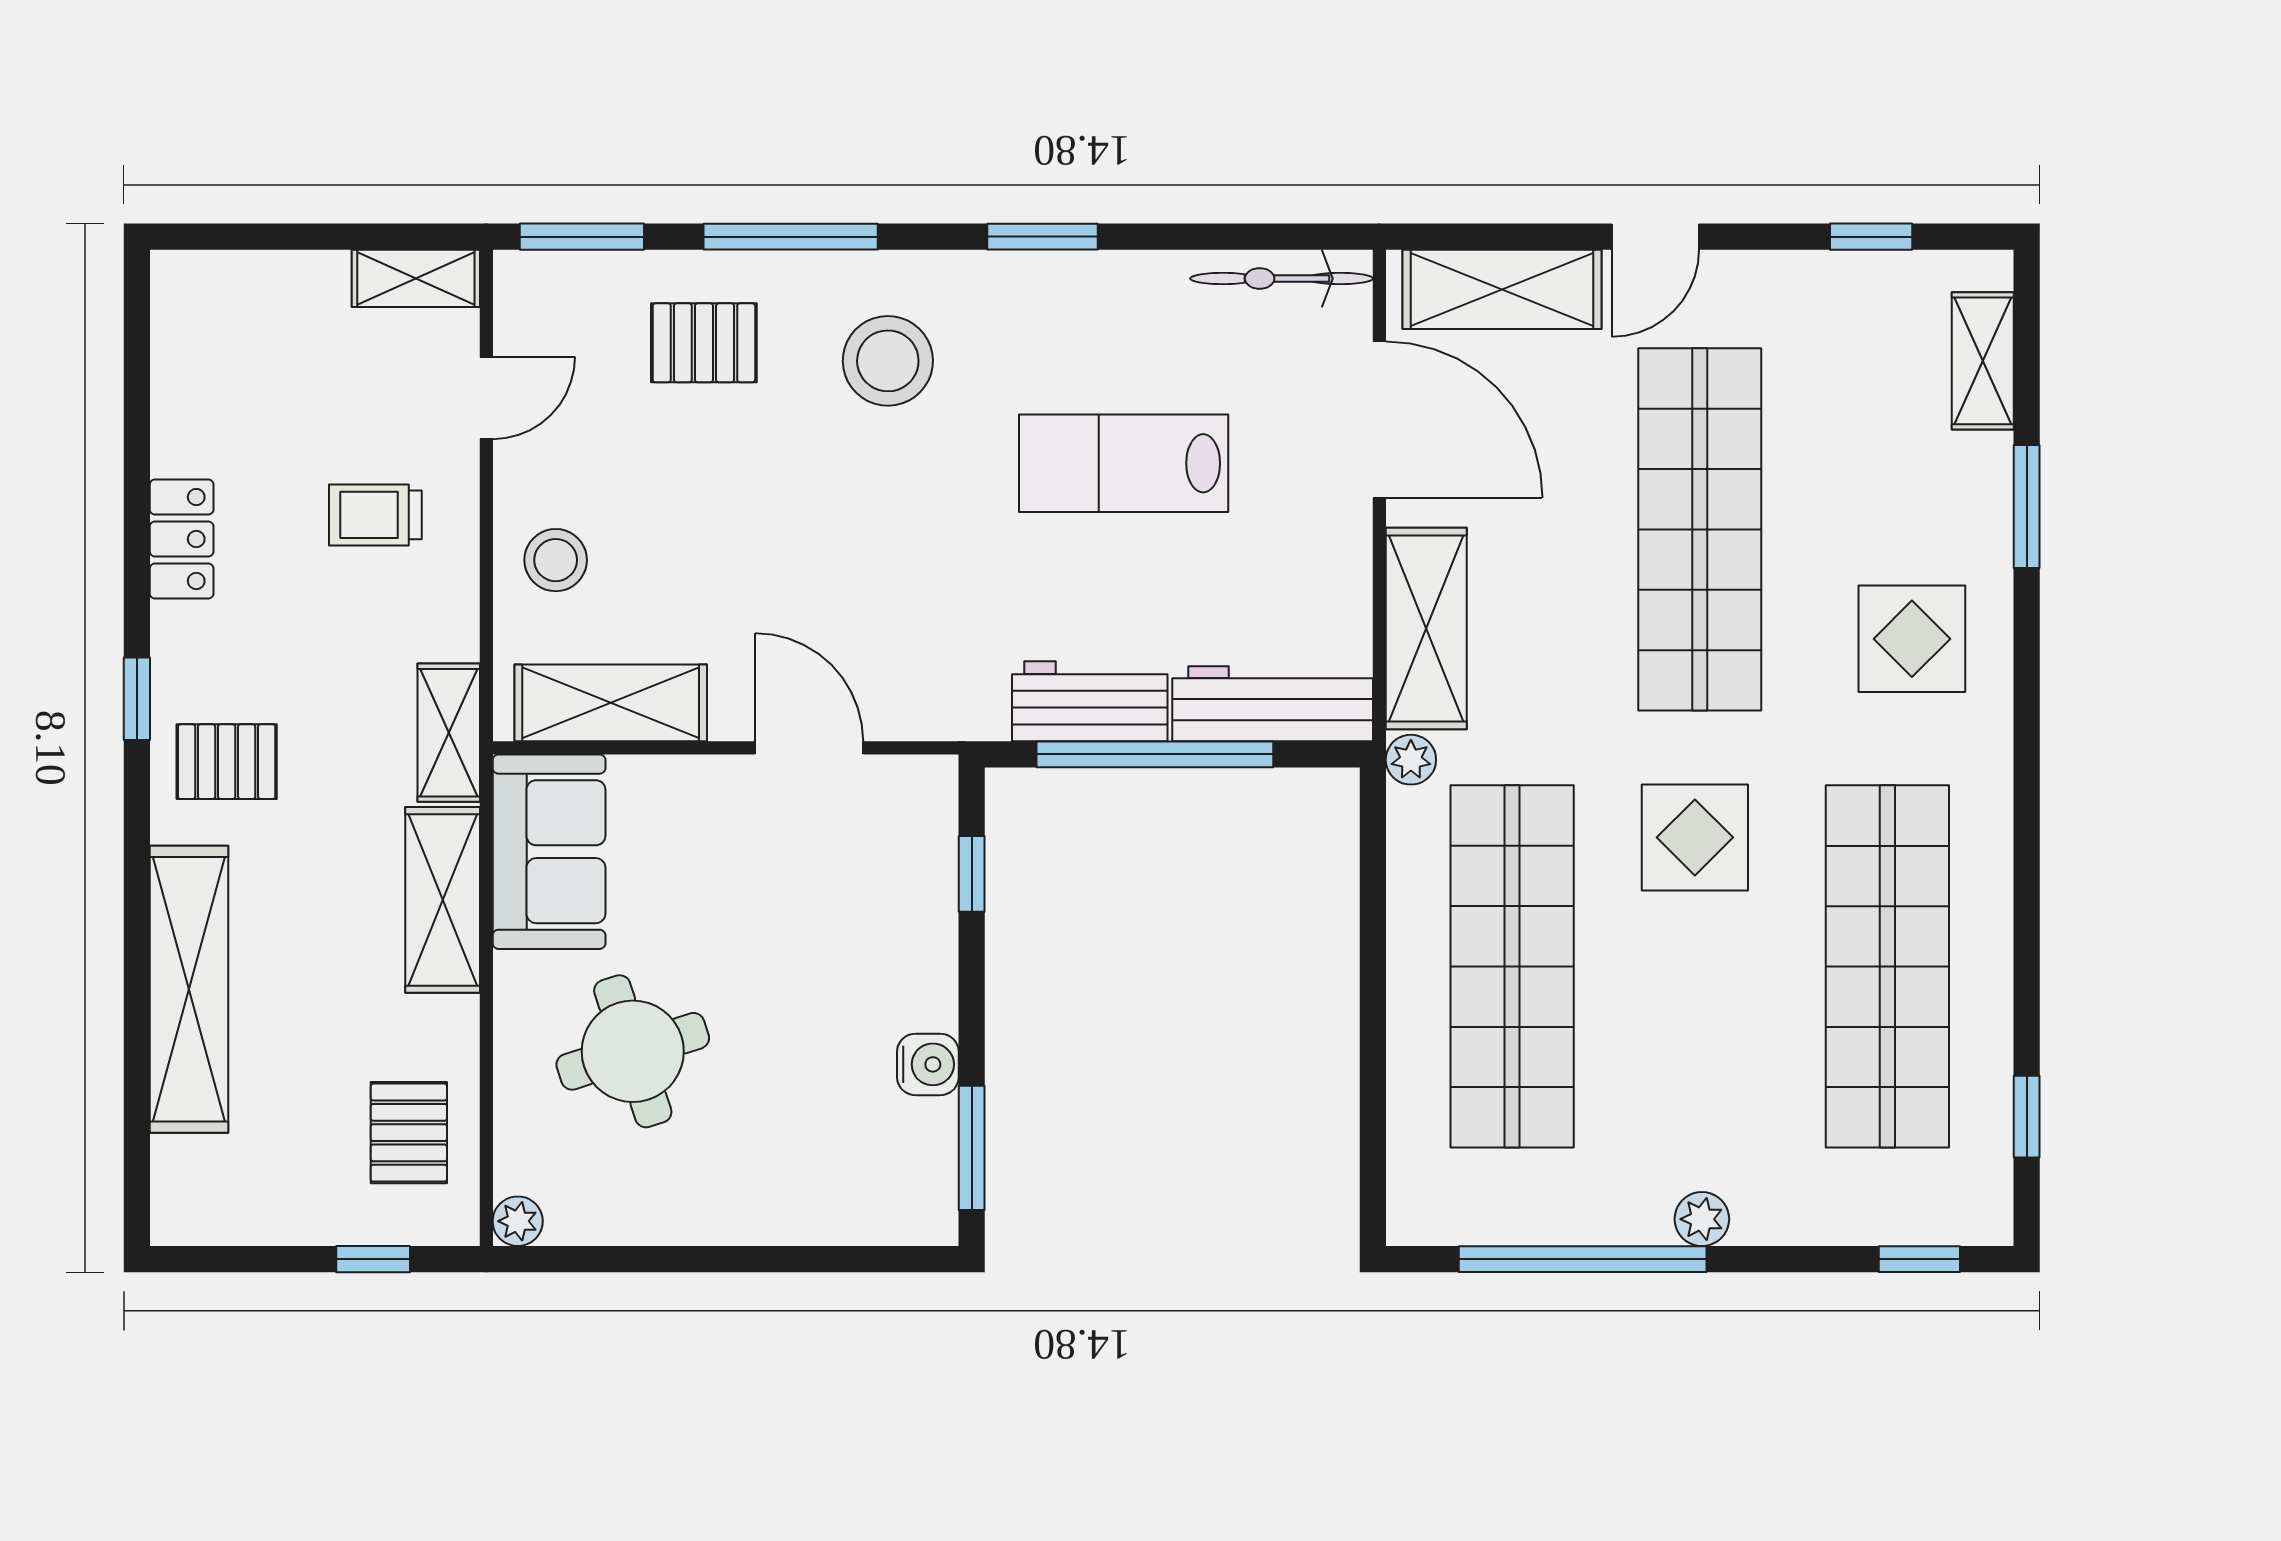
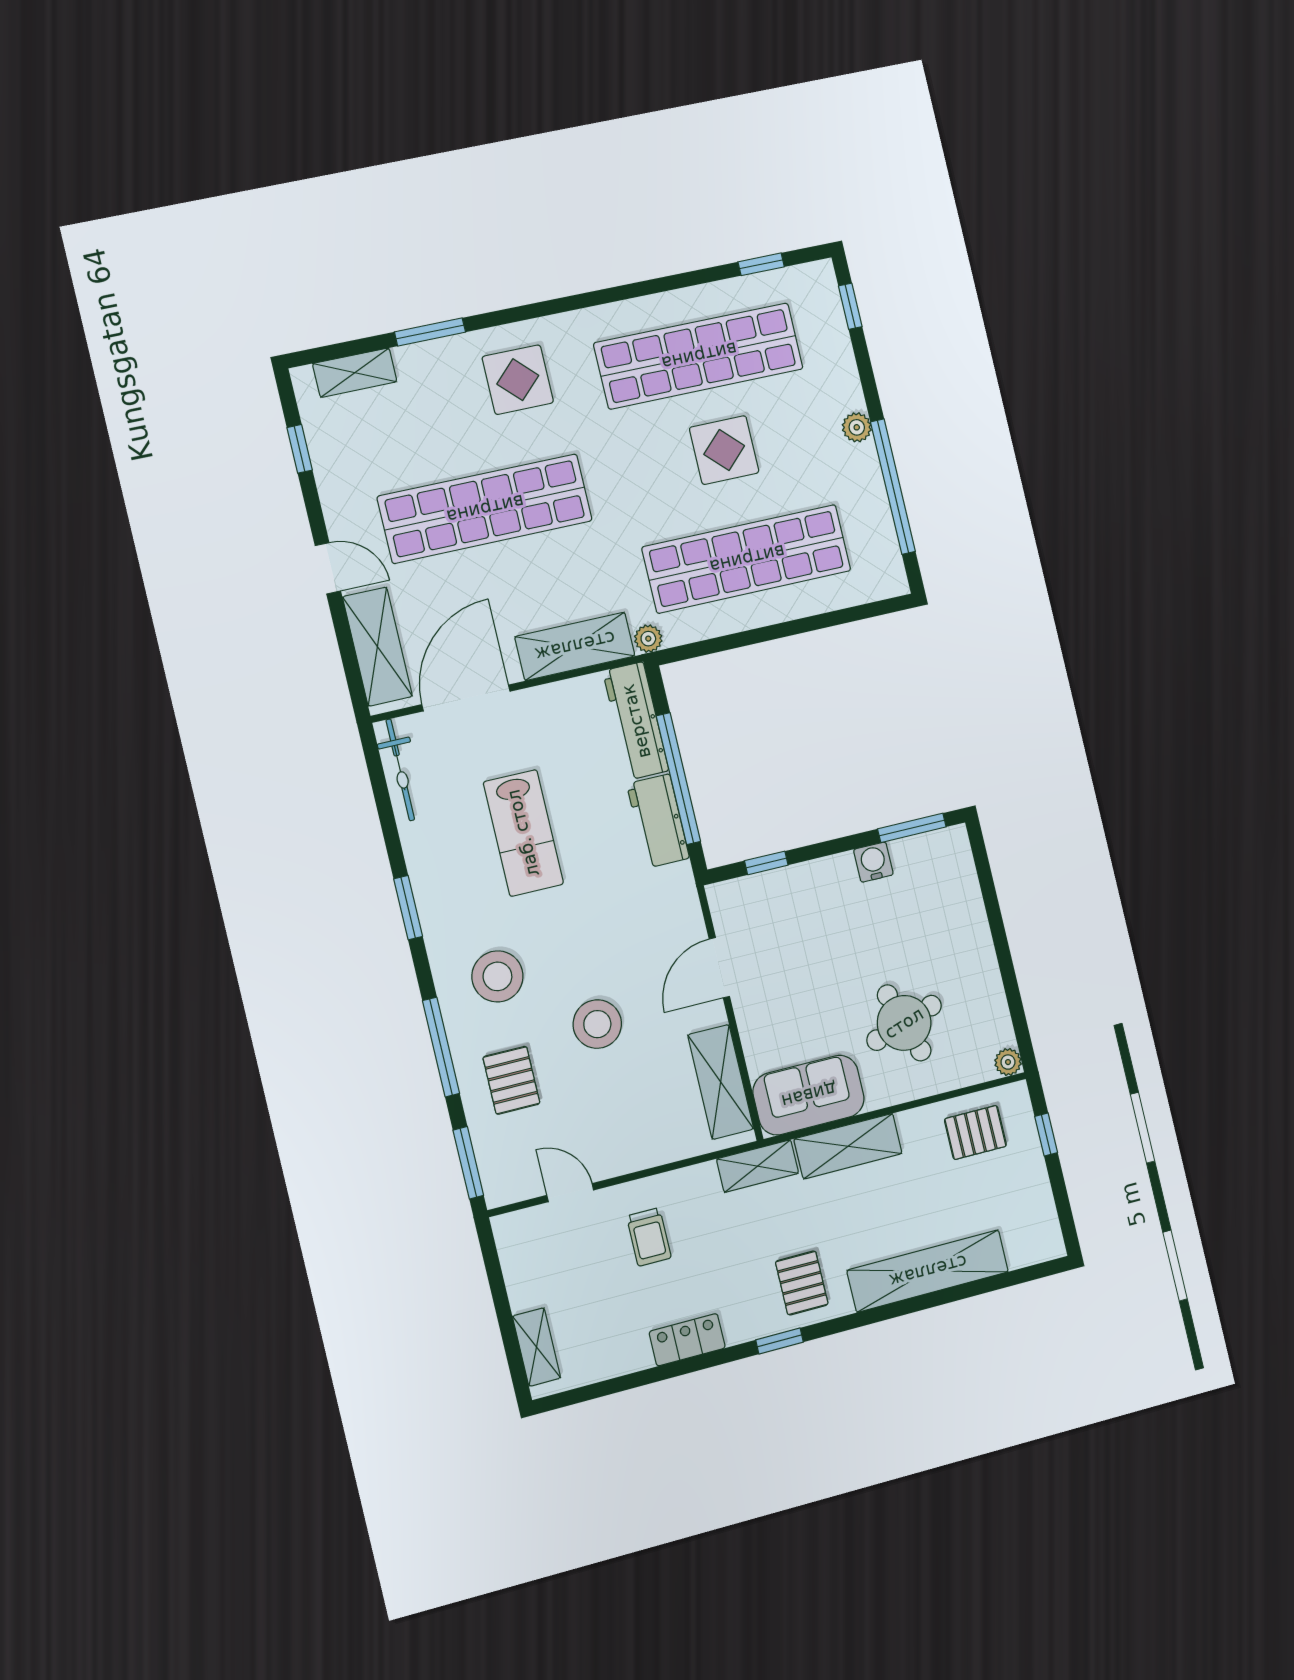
shelving: (416, 278) -> (537, 1347), moved
stool: (556, 560) -> (597, 1024), moved, width x1.38, depth x1.38
display table: (1695, 837) -> (724, 450), moved

